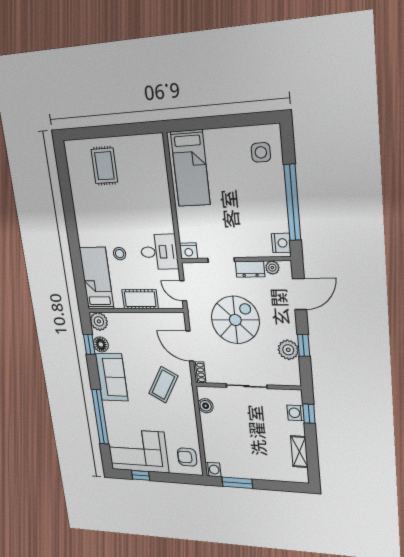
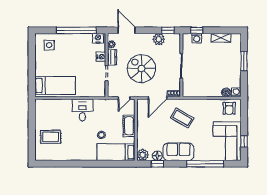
nightstand: (189, 251) -> (101, 57), moved
desk: (159, 252) -> (82, 110), moved
window: (304, 345) -> (168, 30), moved
boiler: (206, 406) -> (226, 92), moved
window: (237, 483) -> (244, 61), moved

